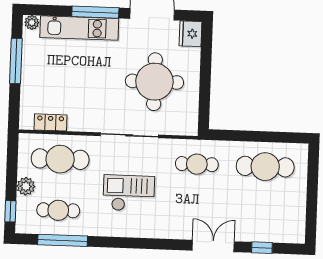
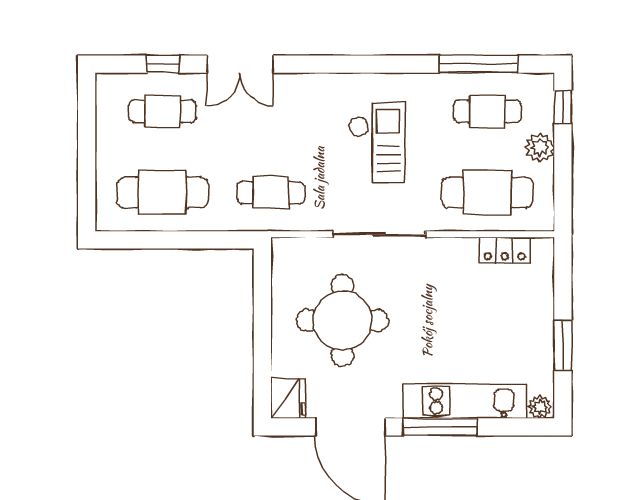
window: (16, 61) -> (563, 345), width x0.69
checkout: (129, 193) -> (377, 143), turned -90
cafe table: (263, 218) -> (162, 111), added

